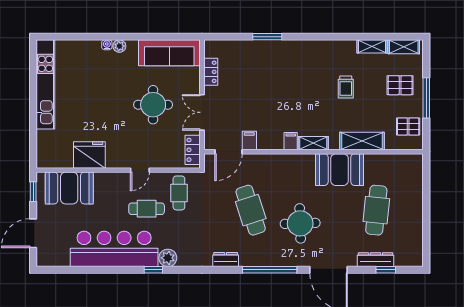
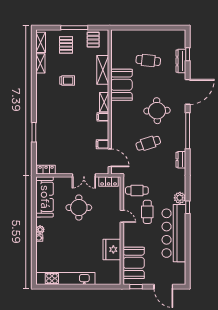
locker: (211, 72) -> (46, 170), moved
cafe table: (251, 210) -> (148, 143), width x0.73, depth x0.74
cafe table: (376, 210) -> (148, 60), width x0.73, depth x0.74

